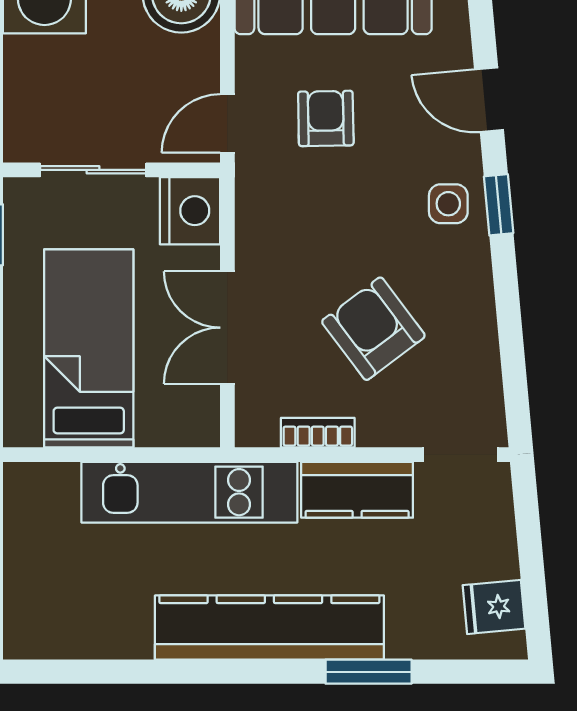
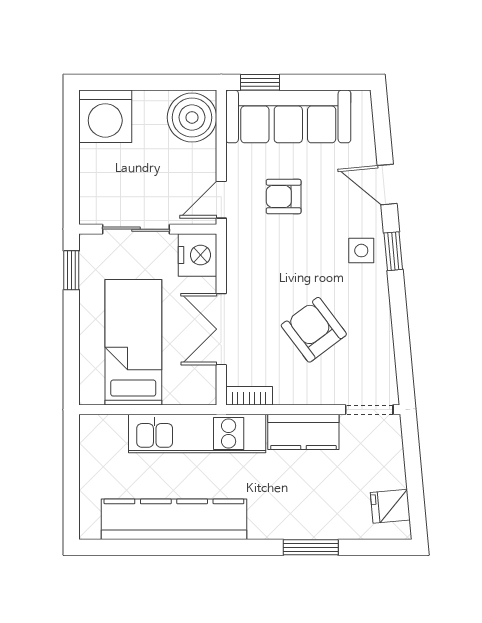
armchair: (326, 118) -> (284, 197), turned -89
bookcase: (318, 433) -> (249, 396), moved
kitchen counter: (269, 627) -> (174, 519), moved

